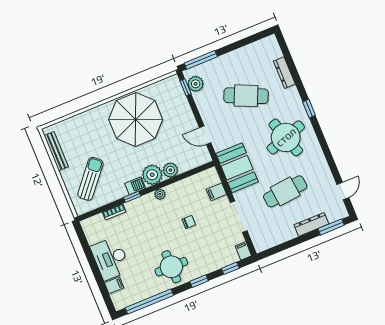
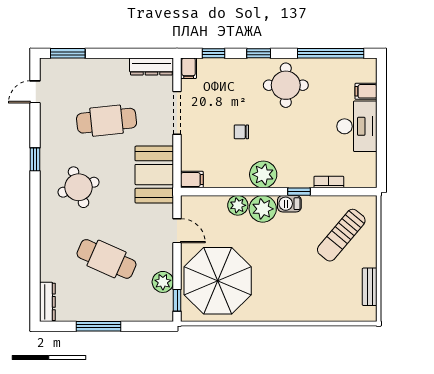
window: (201, 60) -> (98, 326), moved
dresser: (284, 73) -> (47, 302), moved
plant: (196, 84) -> (163, 282), moved
window: (309, 109) -> (35, 159), moved
parasol: (136, 120) -> (218, 281), moved
round table: (286, 137) -> (79, 187), width x0.73, depth x0.73
bench: (56, 151) -> (370, 287), width x0.73
filing cabinet: (216, 192) -> (192, 180), moved
plant: (160, 194) -> (263, 174), width x1.88, depth x1.88
dresser: (311, 224) -> (151, 66), moved

